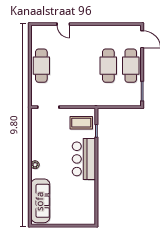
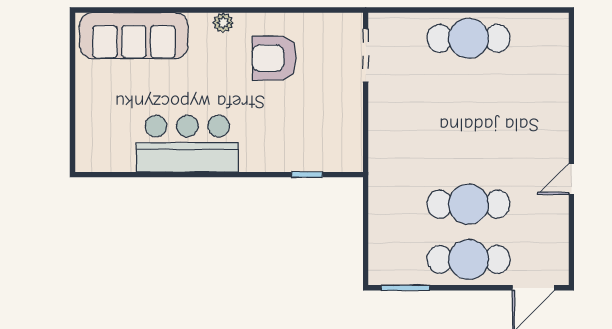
door: (63, 24) -> (571, 179), moved
coffee table: (81, 123) -> (327, 137), removed
armchair: (49, 144) -> (274, 58), added
bar counter: (84, 159) -> (187, 144), moved

